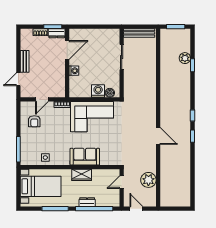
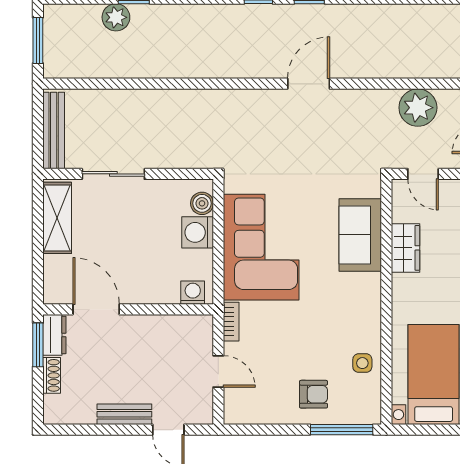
shelving: (104, 34) -> (57, 218), added
washing machine: (74, 71) -> (193, 293), moved
armchair: (34, 121) -> (314, 394), moved
sofa: (85, 157) -> (360, 235), moved
wardrobe: (82, 175) -> (405, 248), moved

